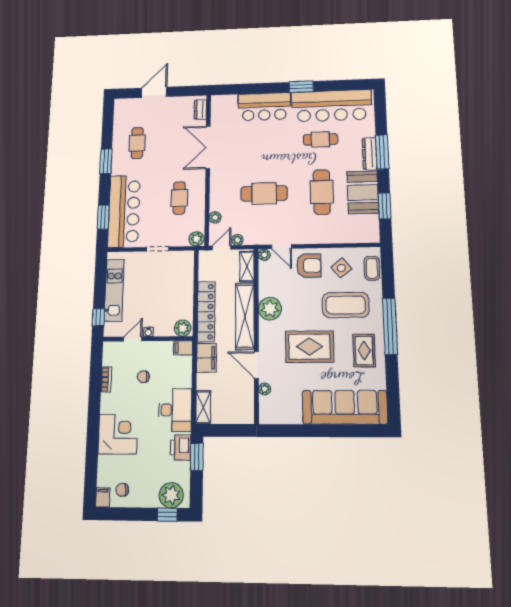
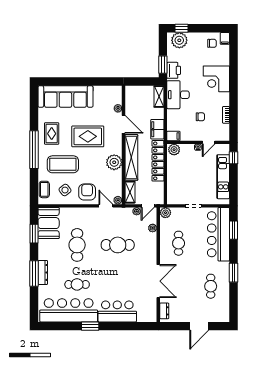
booth: (363, 192) -> (49, 223), moved
armchair: (309, 266) -> (87, 192), turned 90

